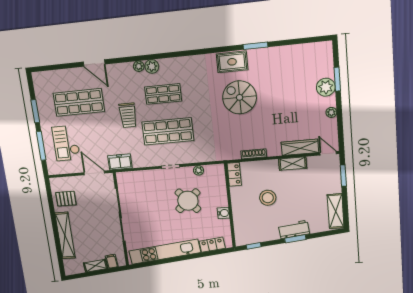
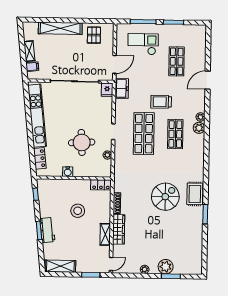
shop shelf: (79, 102) -> (177, 61), width x0.70, depth x0.74
wardrobe: (300, 147) -> (119, 229), moved
fridge: (124, 178) -> (107, 90), added
round table: (188, 201) -> (82, 142), turned 38

